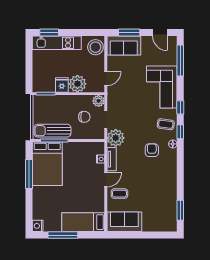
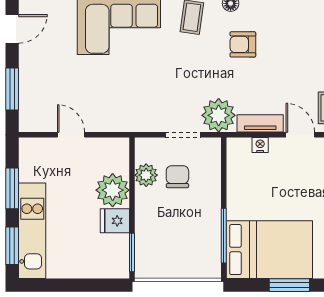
window: (78, 33) -> (12, 188), added
sofa: (124, 46) -> (38, 99), removed
stool: (95, 47) -> (41, 155), removed
door: (106, 79) -> (71, 135), moved
plant: (99, 101) -> (146, 175), moved
sun lounger: (52, 131) -> (205, 239), removed
window: (29, 174) -> (289, 285), width x0.69

